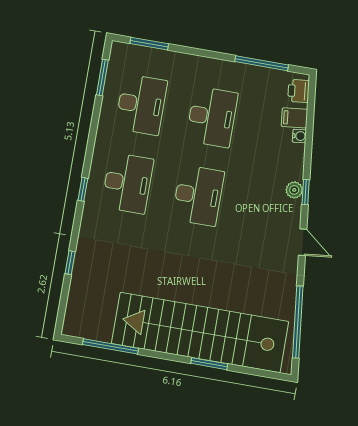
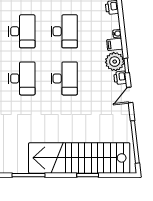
filing cabinet: (294, 118) -> (115, 44), moved
plant: (294, 190) -> (115, 62), width x1.88, depth x1.88
printer: (292, 211) -> (120, 78), added
door: (303, 242) -> (130, 95), swing flipped

